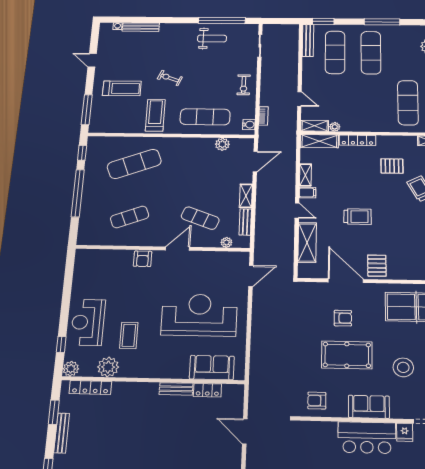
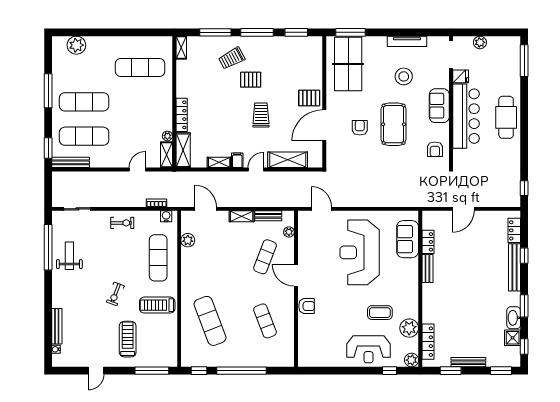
pallet: (392, 166) -> (251, 80), moved, turned 90
bar counter: (367, 438) -> (466, 116), width x1.36

